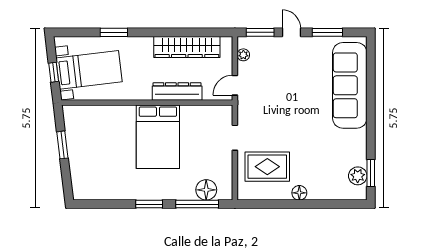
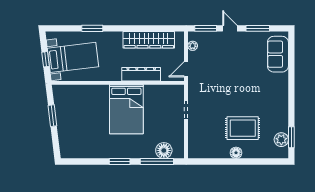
sofa: (350, 85) -> (278, 54), width x0.54, depth x0.79
rug: (267, 167) -> (243, 128), moved

